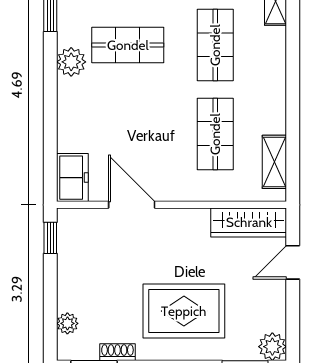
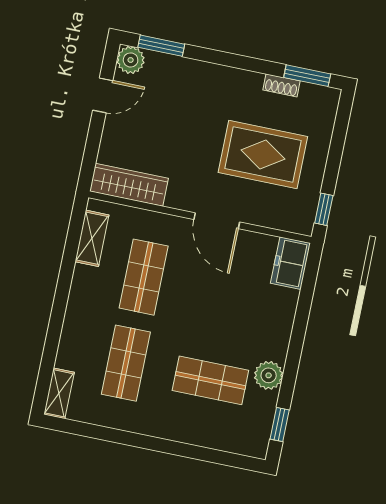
door: (132, 205) -> (217, 221), moved
door: (293, 262) -> (103, 95), moved
rug: (184, 311) -> (263, 154), moved
plant: (67, 323) -> (324, 123), removed

